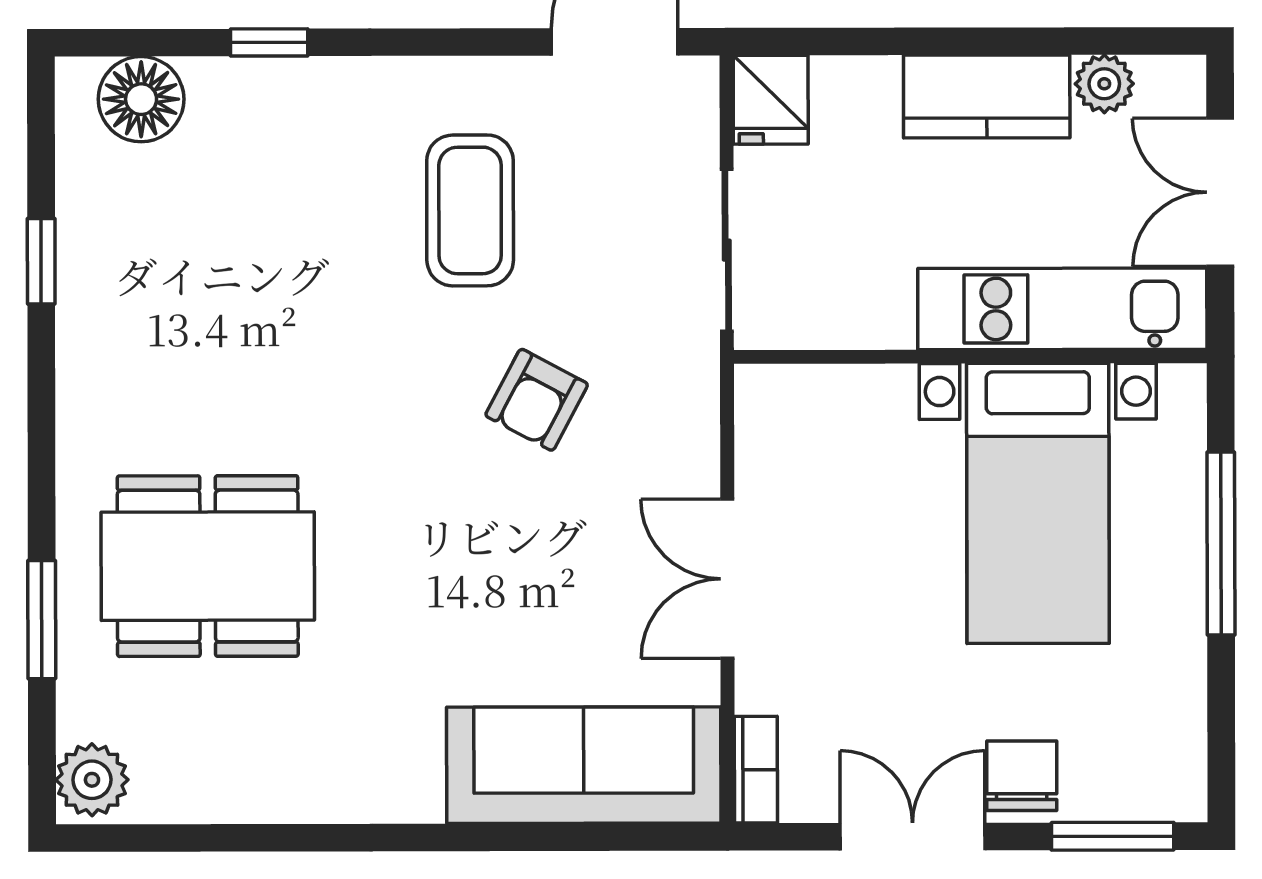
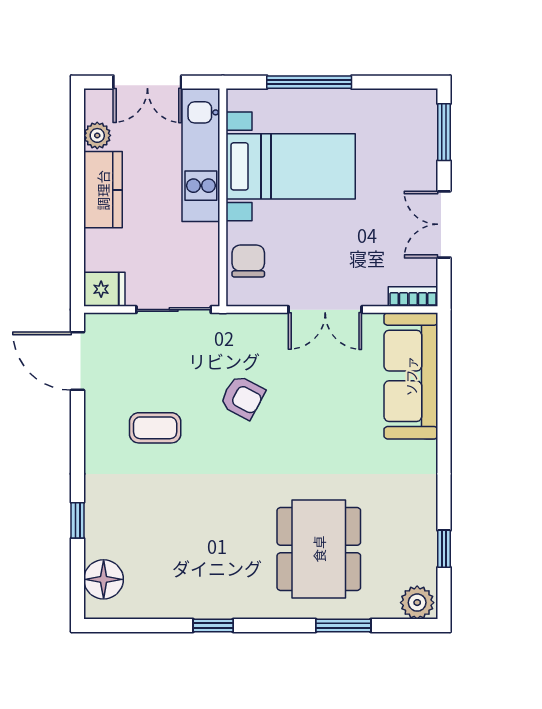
coffee table: (470, 210) -> (155, 428), width x0.73, depth x0.77
window: (41, 261) -> (213, 626), moved
chair: (1022, 776) -> (248, 261), moved, turned 90
window: (209, 838) -> (444, 549), added

